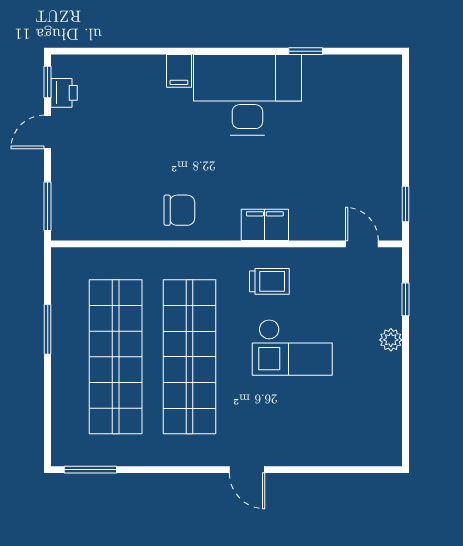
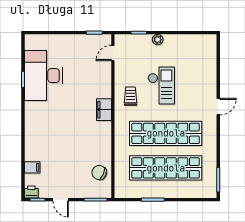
filing cabinet: (179, 71) -> (32, 167), moved
printer: (64, 93) -> (31, 192), moved
desk: (247, 95) -> (43, 76), moved
chair: (179, 210) -> (99, 172), moved, turned -65
filing cabinet: (265, 225) -> (104, 110), moved

